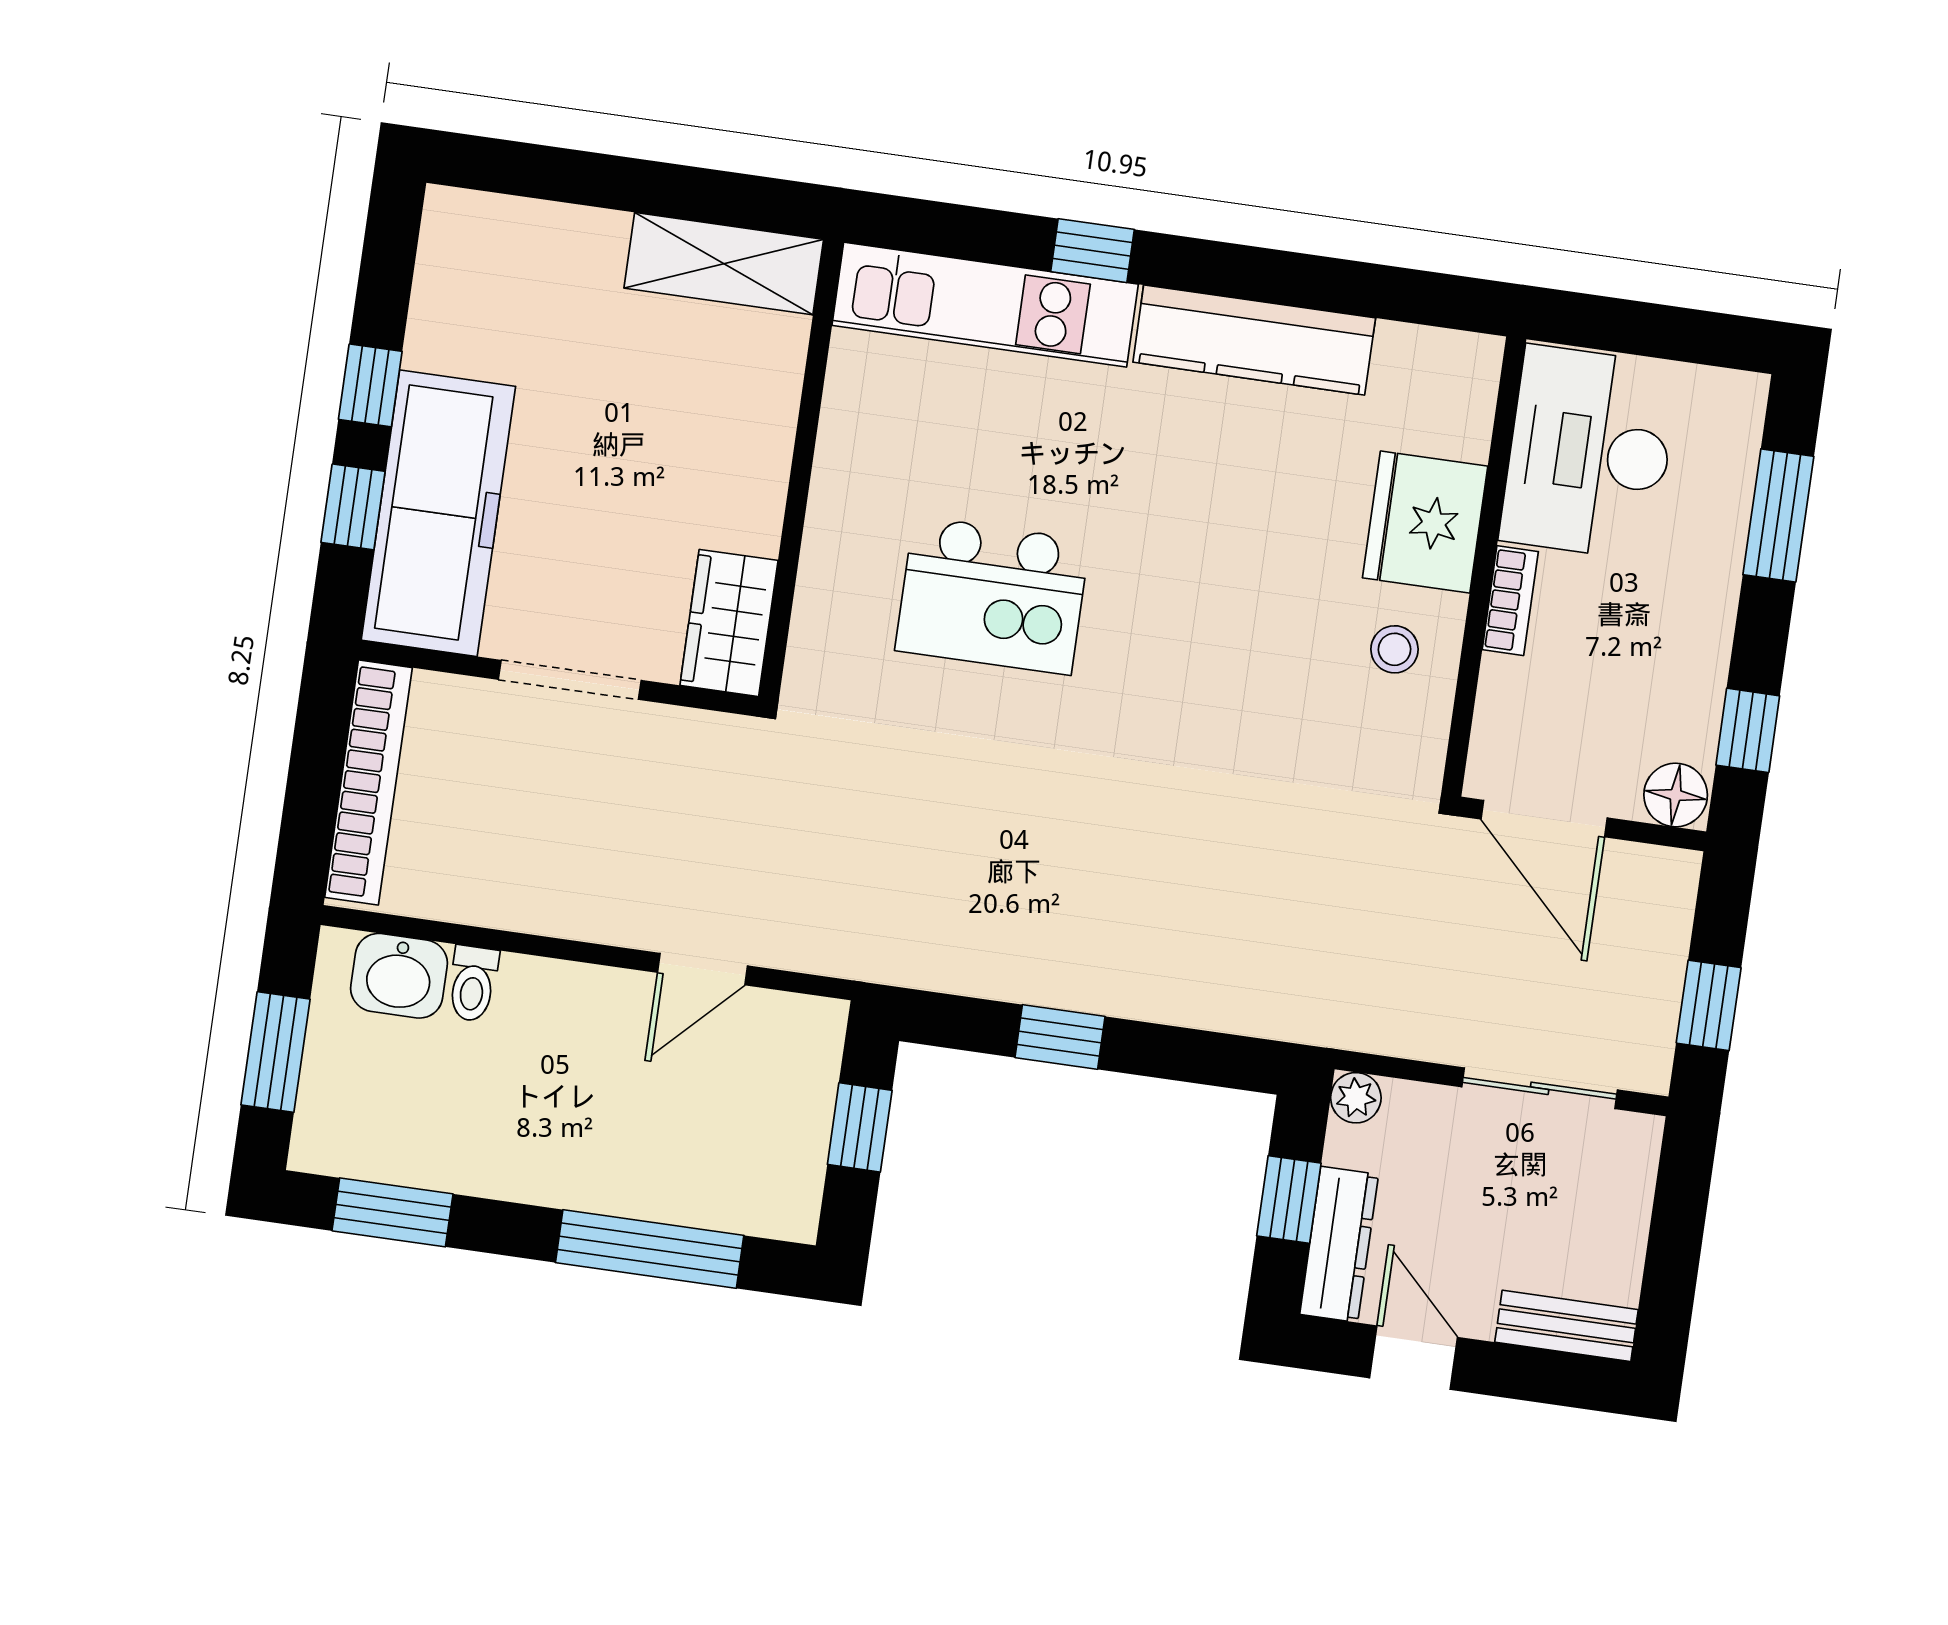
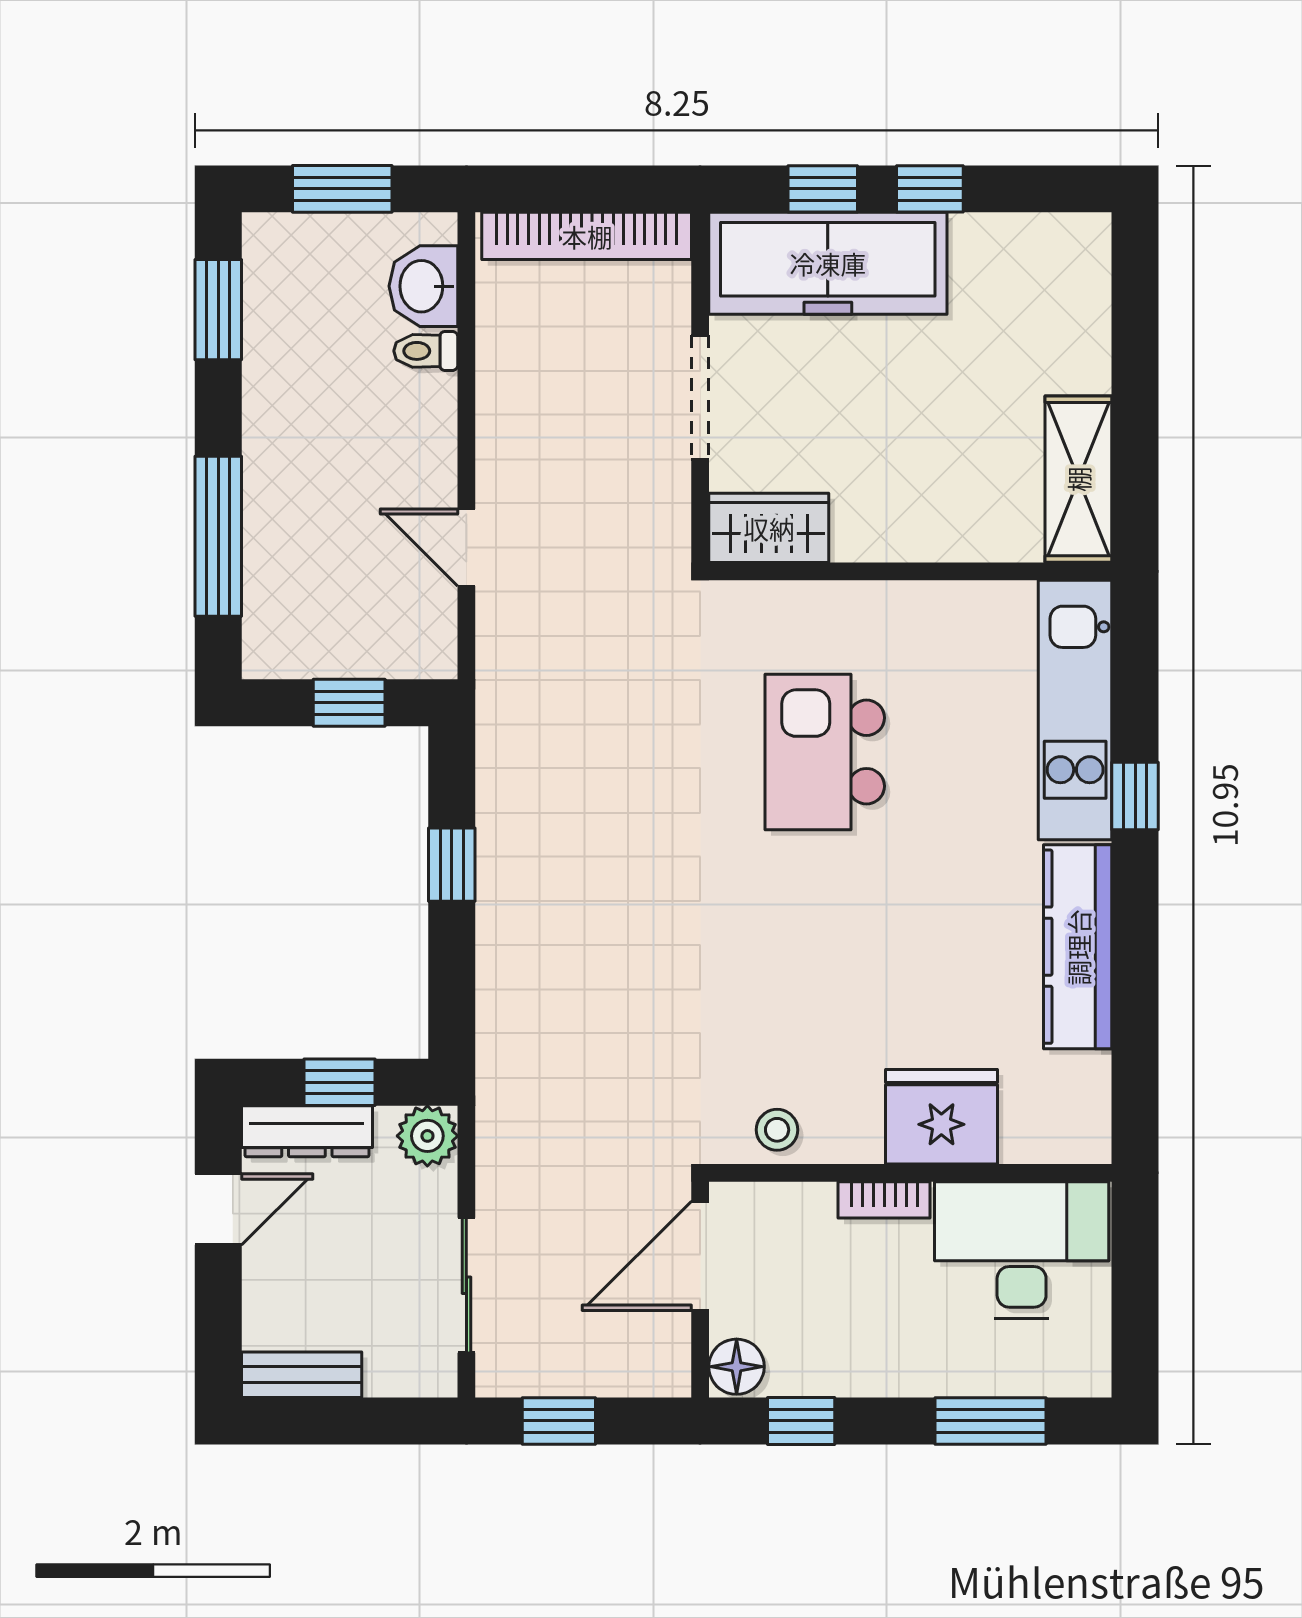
stool: (1395, 649) -> (777, 1130), moved
plant: (1356, 1098) -> (427, 1136), width x1.38, depth x1.38
bench: (1566, 1326) -> (302, 1375), moved, turned 90

